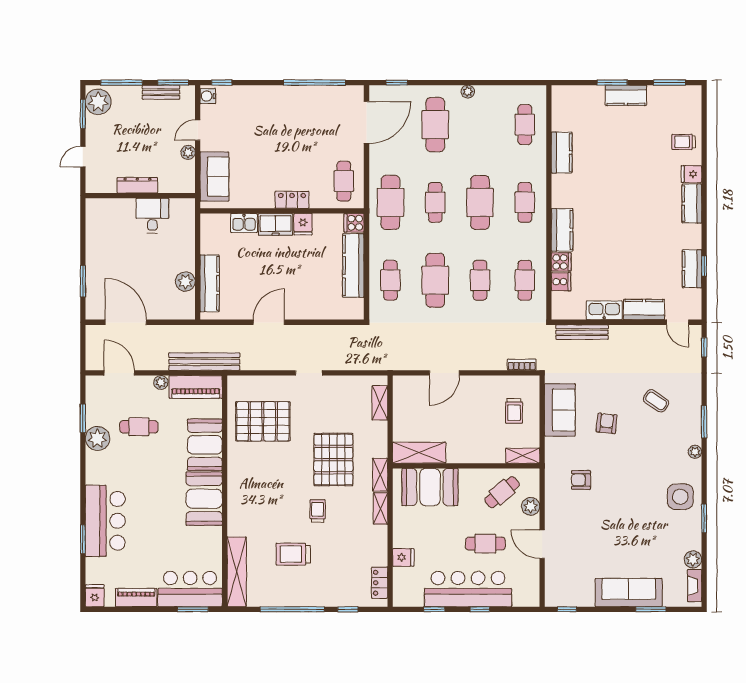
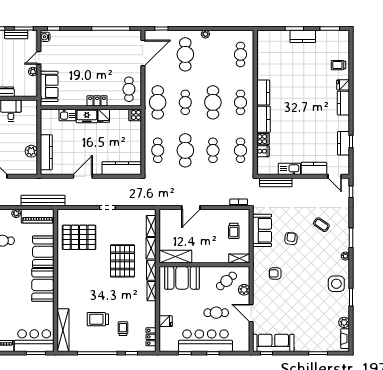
kitchen counter: (562, 153) -> (263, 93), moved
kitchen counter: (353, 265) -> (122, 168), moved, turned 90
shelving: (380, 439) -> (151, 248), added
trolley: (318, 511) -> (123, 329), moved
sofa: (629, 593) -> (273, 343), moved

